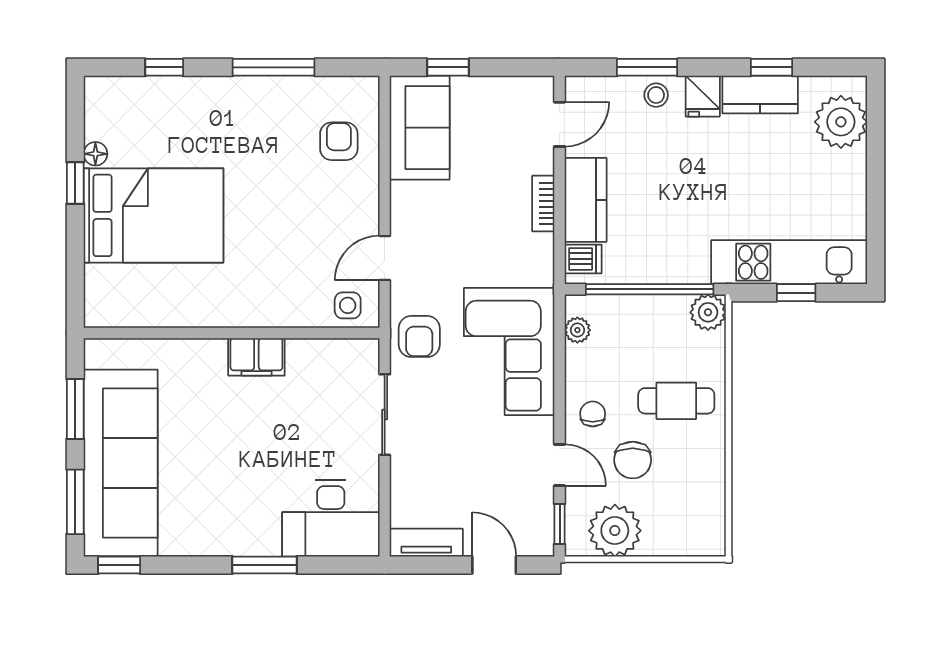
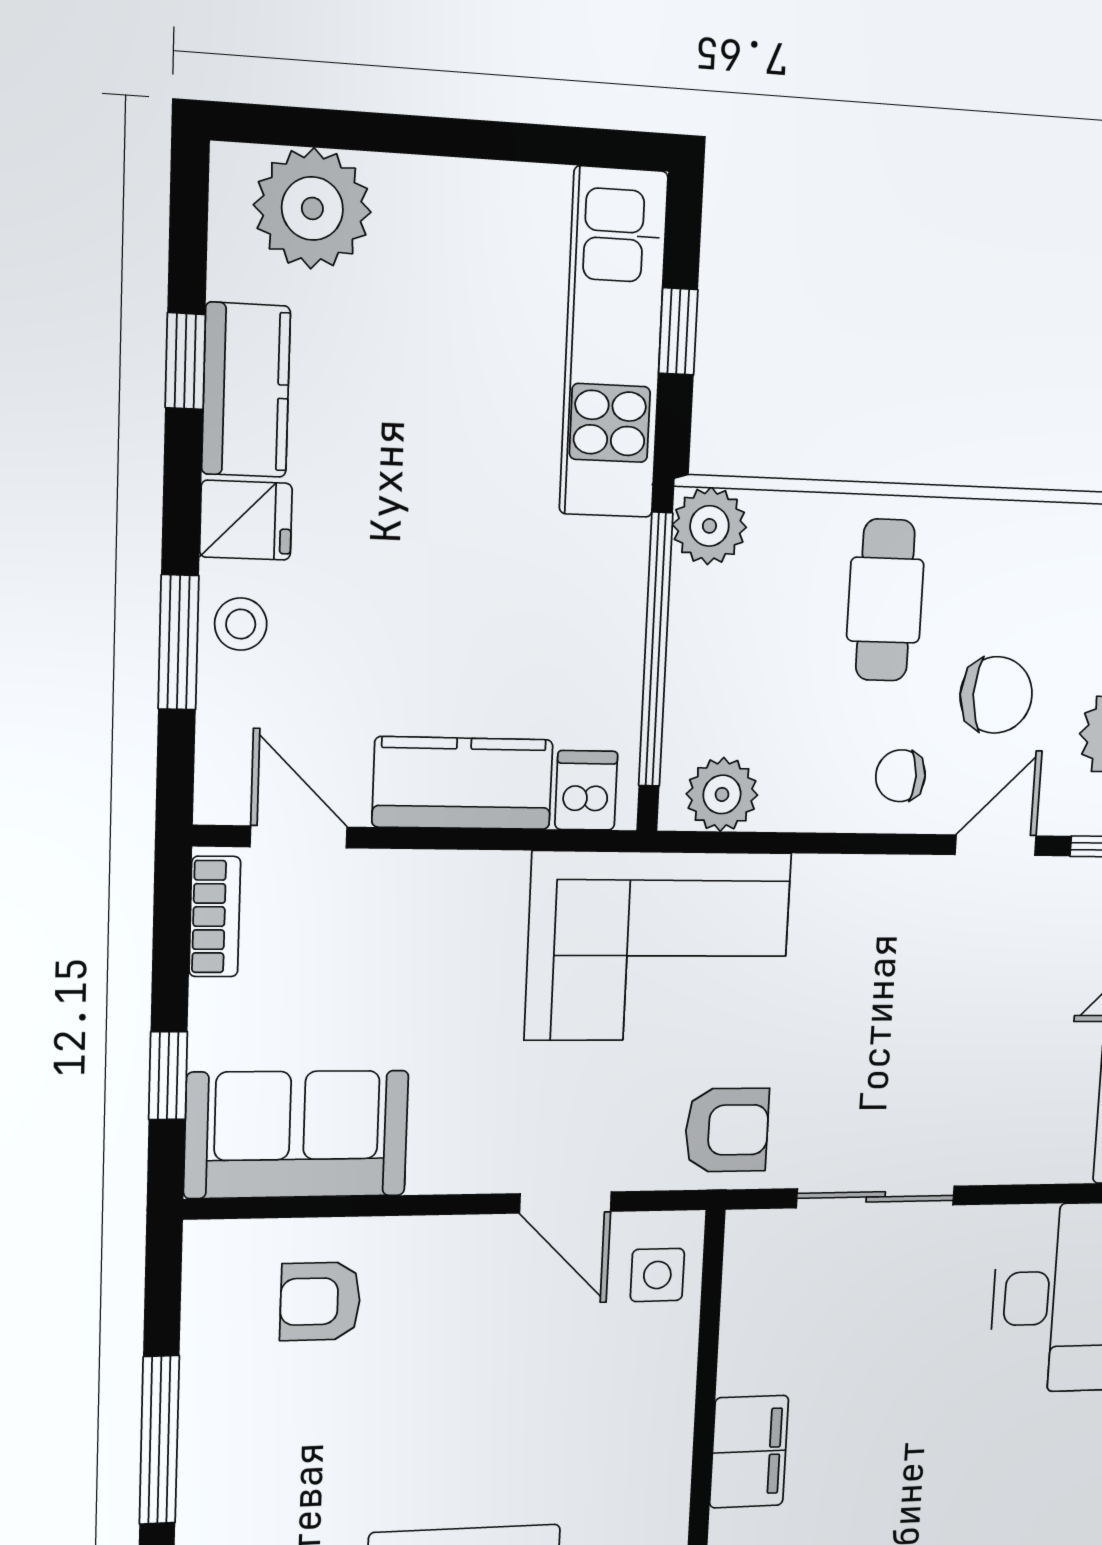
bookcase: (543, 204) -> (215, 917), moved, turned -90
plant: (577, 330) -> (722, 794), width x1.38, depth x1.38
corner sofa: (509, 351) -> (658, 946), moved

